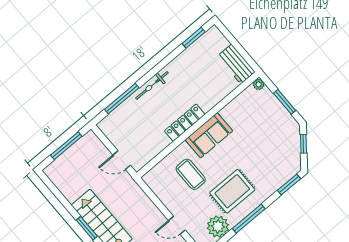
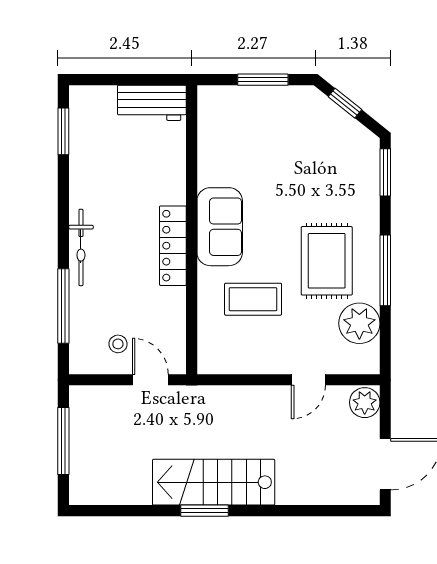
plant: (259, 84) -> (207, 95), removed
stool: (125, 134) -> (118, 344), added
door: (122, 160) -> (150, 380), swing flipped

